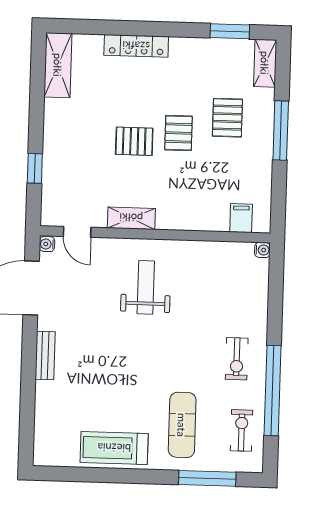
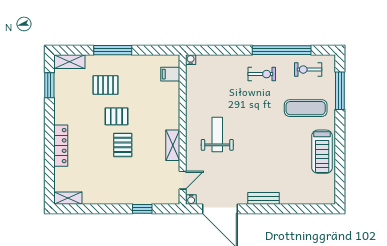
shelving: (58, 65) -> (68, 198), width x0.67, depth x0.75
weight bench: (146, 287) -> (217, 134), turned 90

